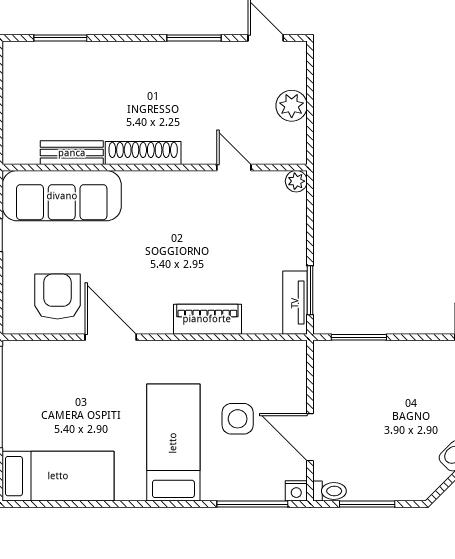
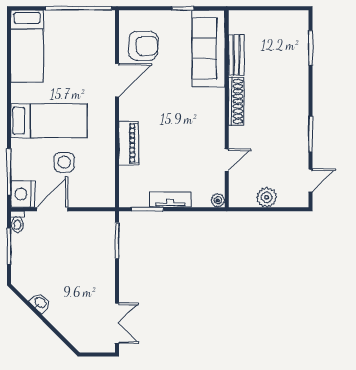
tv unit: (295, 303) -> (170, 200), moved
nightstand: (296, 491) -> (23, 194), width x1.89, depth x1.79

